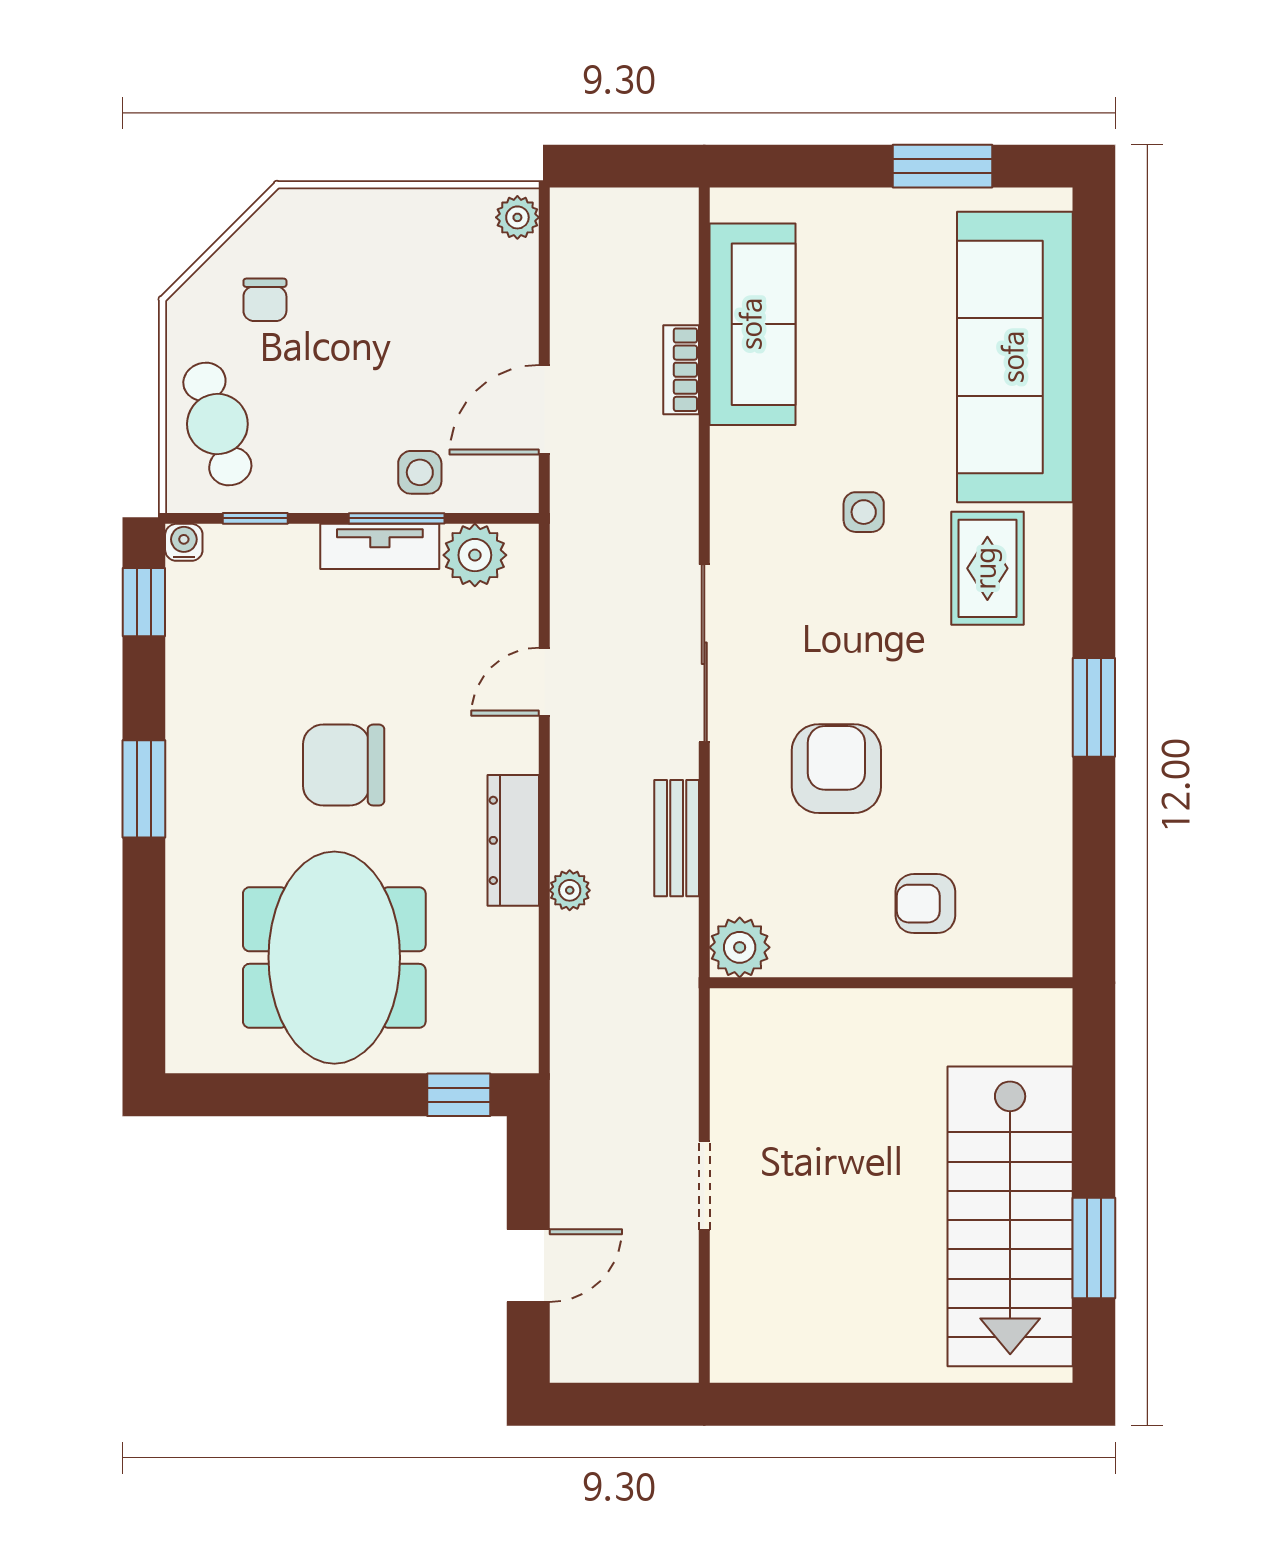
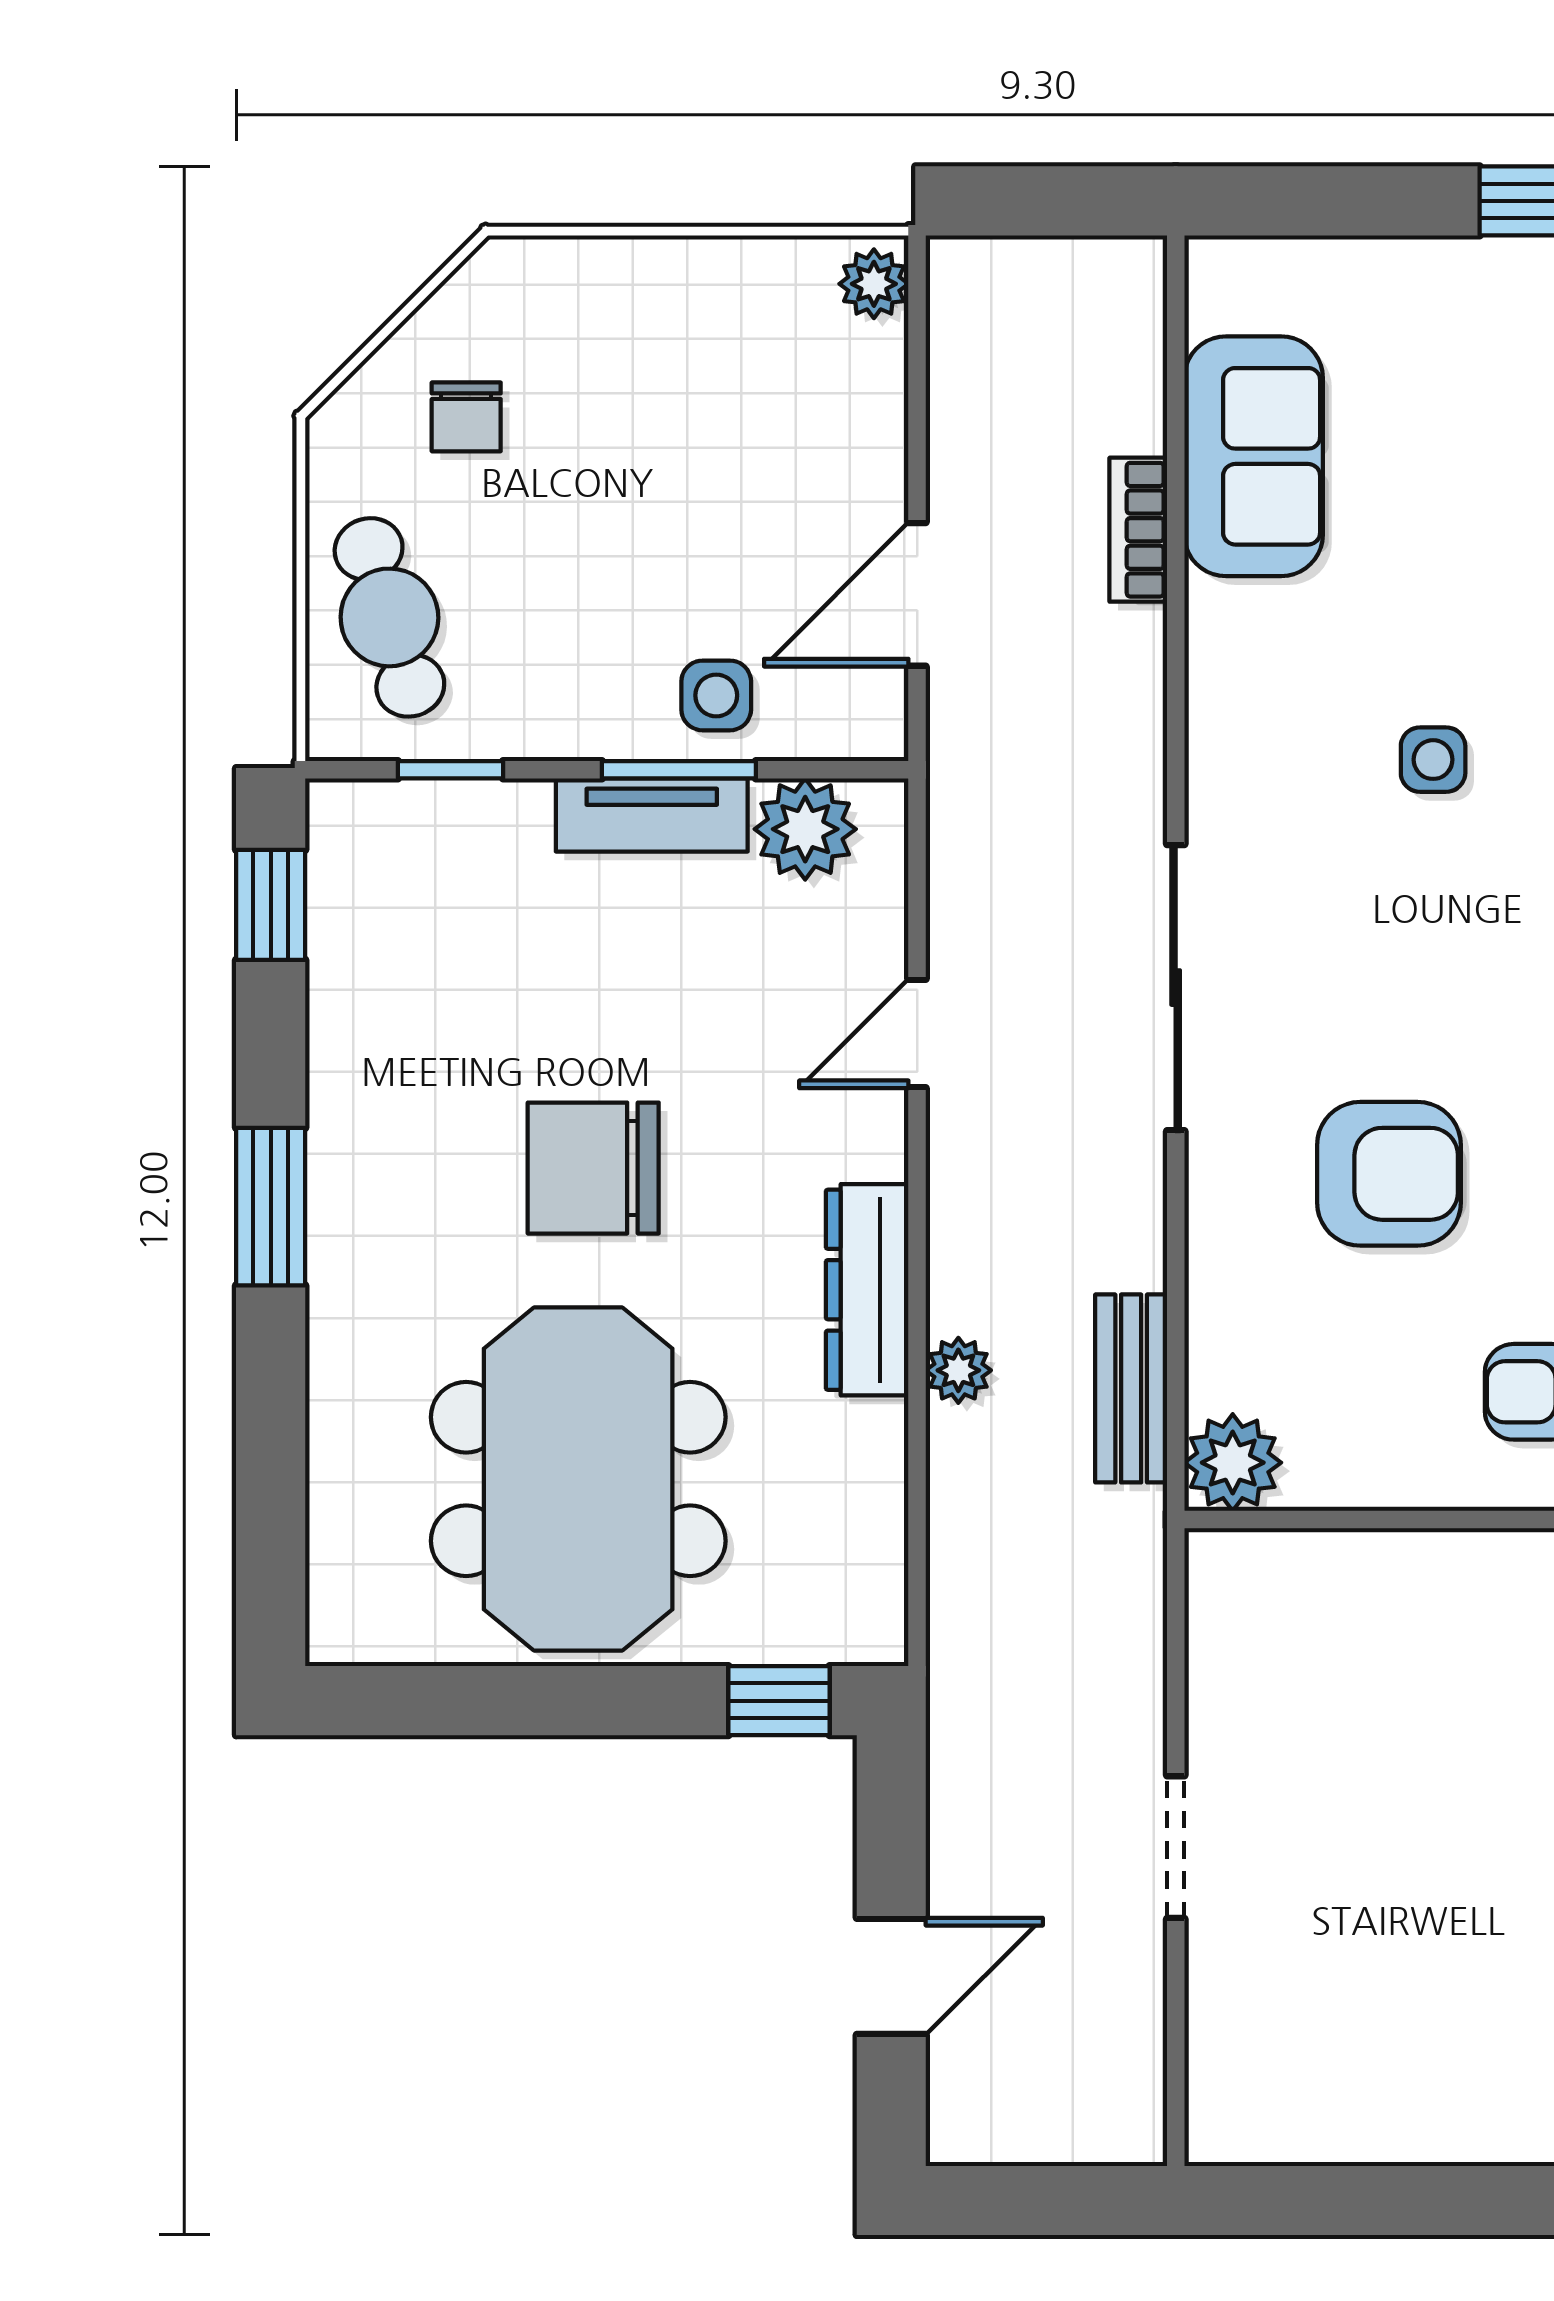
sofa: (753, 324) -> (1254, 456), width x0.73
water cooler: (184, 542) -> (335, 808), removed
armchair: (836, 769) -> (1389, 1174), turned 90
bench: (677, 838) -> (1131, 1388), moved

